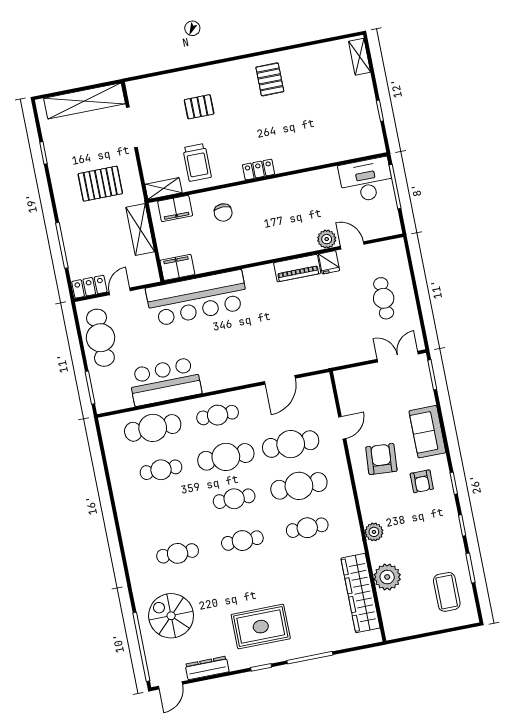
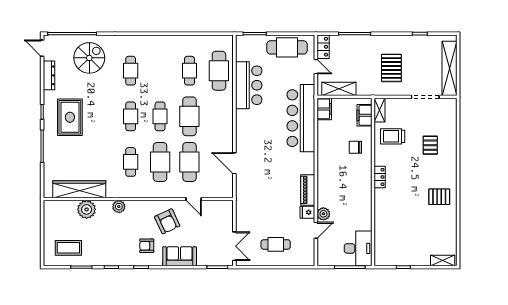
shelving: (140, 230) -> (339, 89), moved
cafe table: (218, 415) -> (219, 116), removed
armchair: (381, 459) -> (167, 221), turned 61

